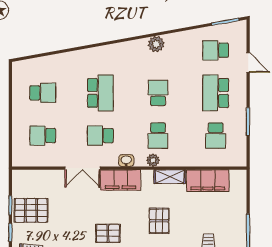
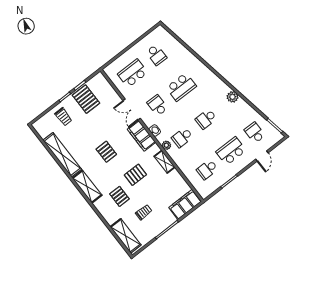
school desk: (158, 93) -> (206, 119), turned 180
school desk: (43, 136) -> (133, 73), width x1.85
filing cabinet: (208, 181) -> (185, 204), moved, turned 90

